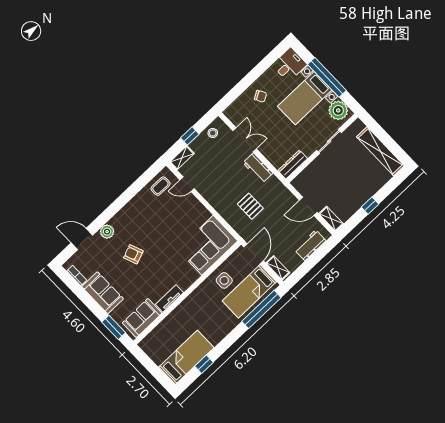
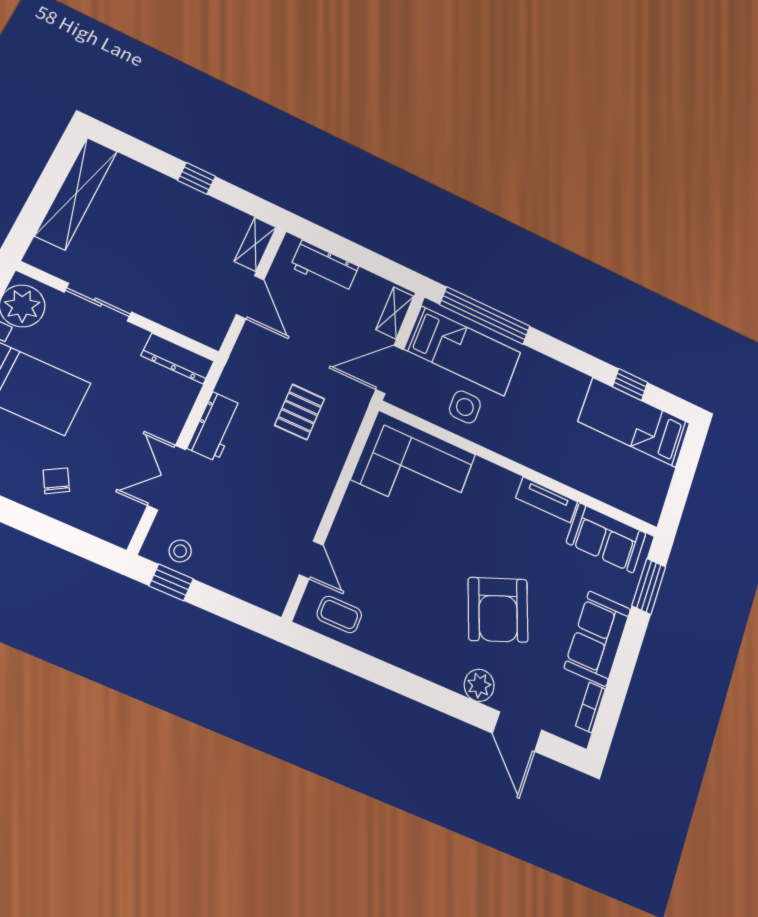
window: (190, 136) -> (171, 582), moved
shelving: (182, 158) -> (261, 595), removed
armchair: (133, 254) -> (498, 610), width x1.88, depth x1.88

